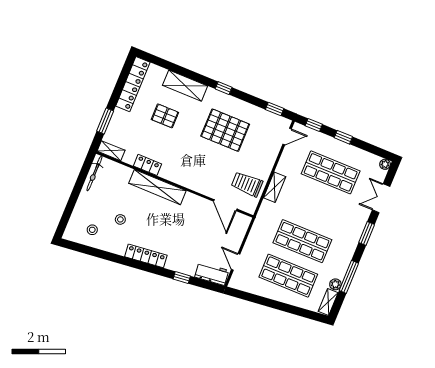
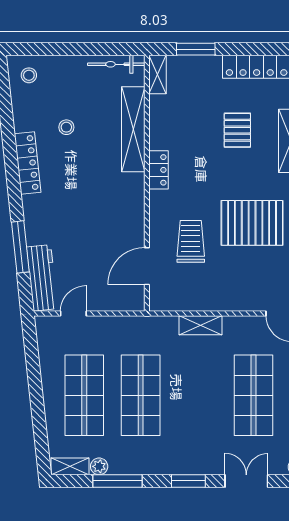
pallet: (225, 130) -> (252, 223), turned 90
locker: (147, 165) -> (159, 170), moved
trolley: (247, 184) -> (191, 241), moved
shelving: (157, 187) -> (133, 129), moved
stool: (92, 230) -> (29, 75), moved
locker: (146, 256) -> (28, 163), moved
workbench: (212, 274) -> (42, 278), width x1.38
window: (182, 278) -> (20, 247), width x2.17

